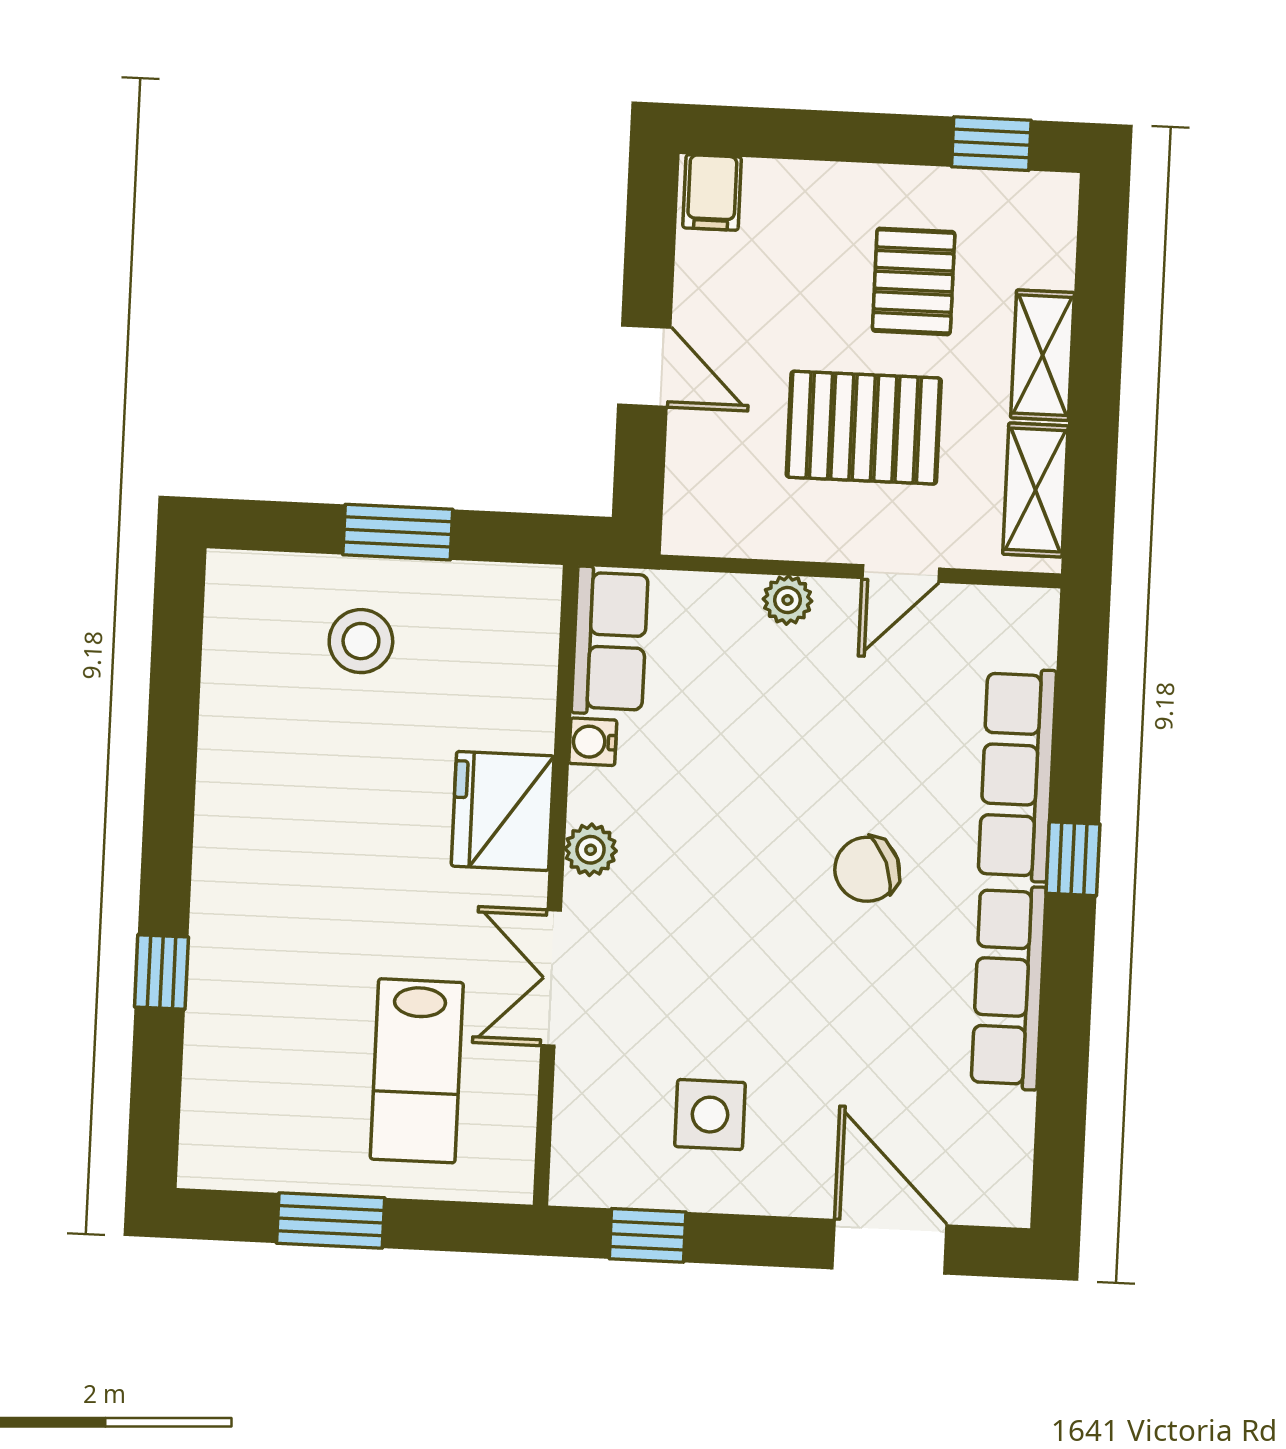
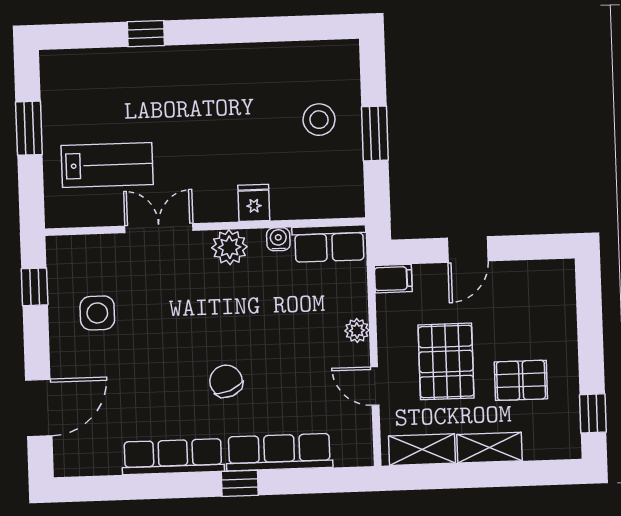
filing cabinet: (712, 192) -> (393, 279), moved, turned 180
fridge: (503, 811) -> (254, 203), width x0.53, depth x0.75
plant: (591, 850) -> (229, 247), width x1.38, depth x1.38
lab bench: (417, 1071) -> (107, 165), turned 180

